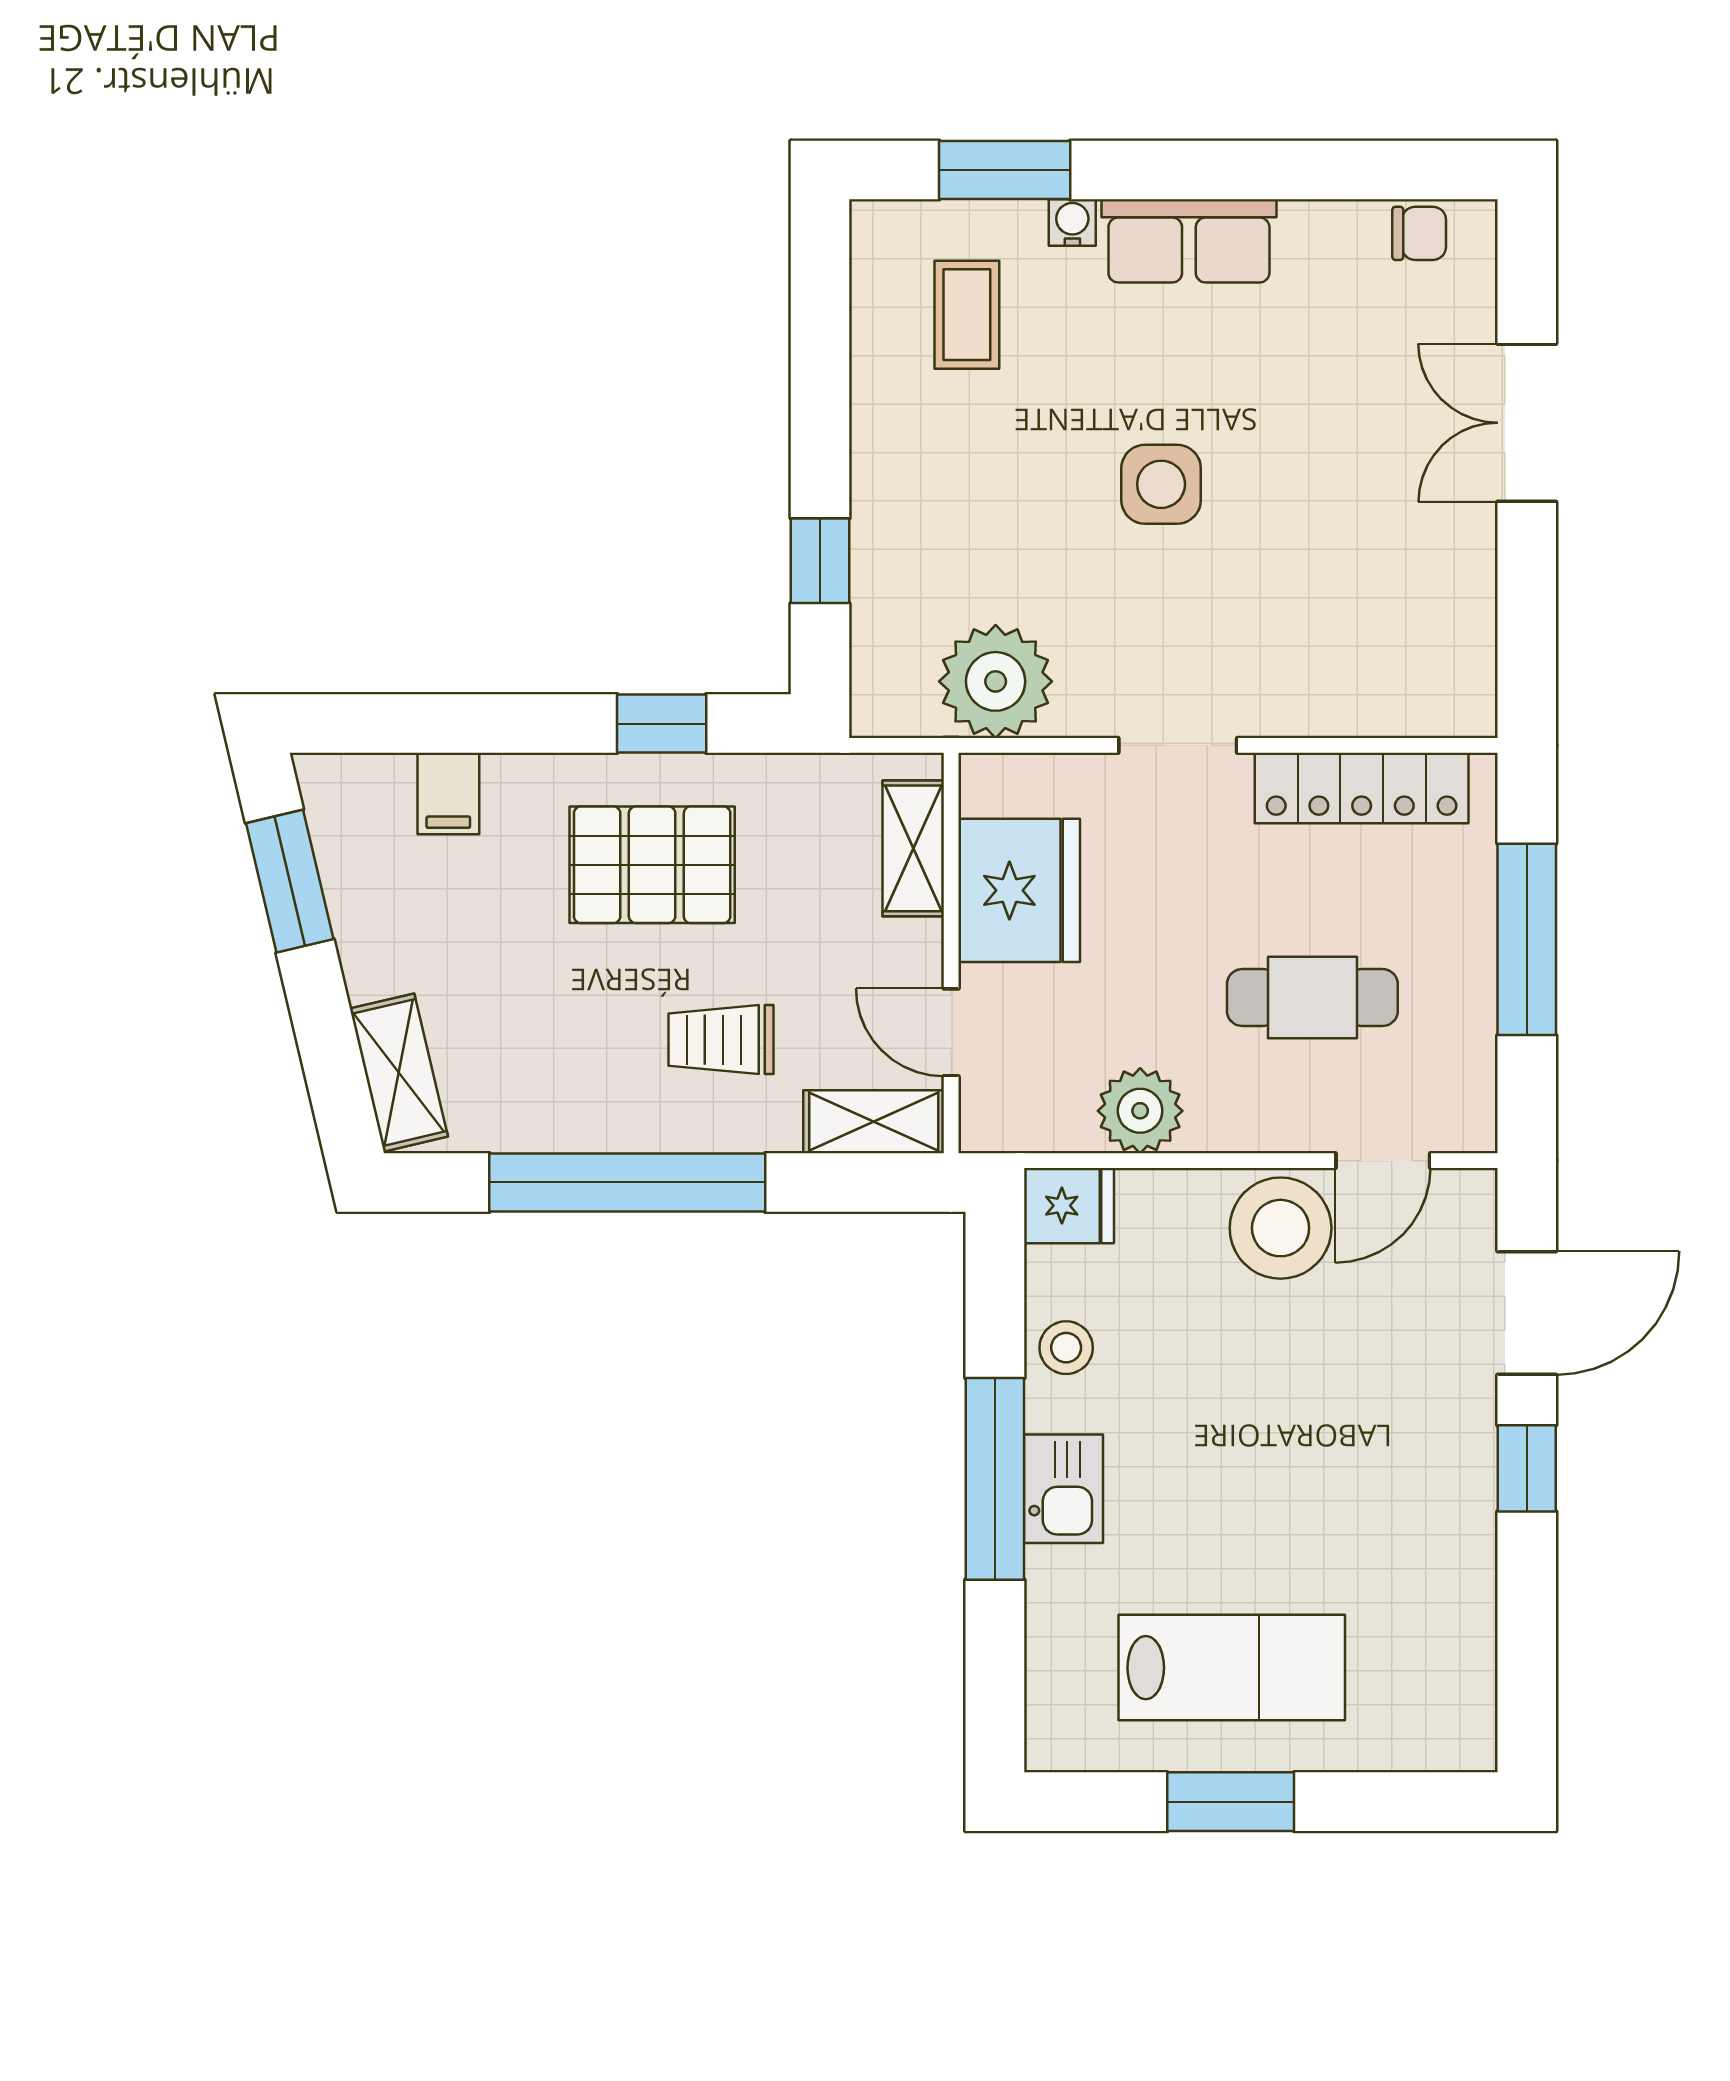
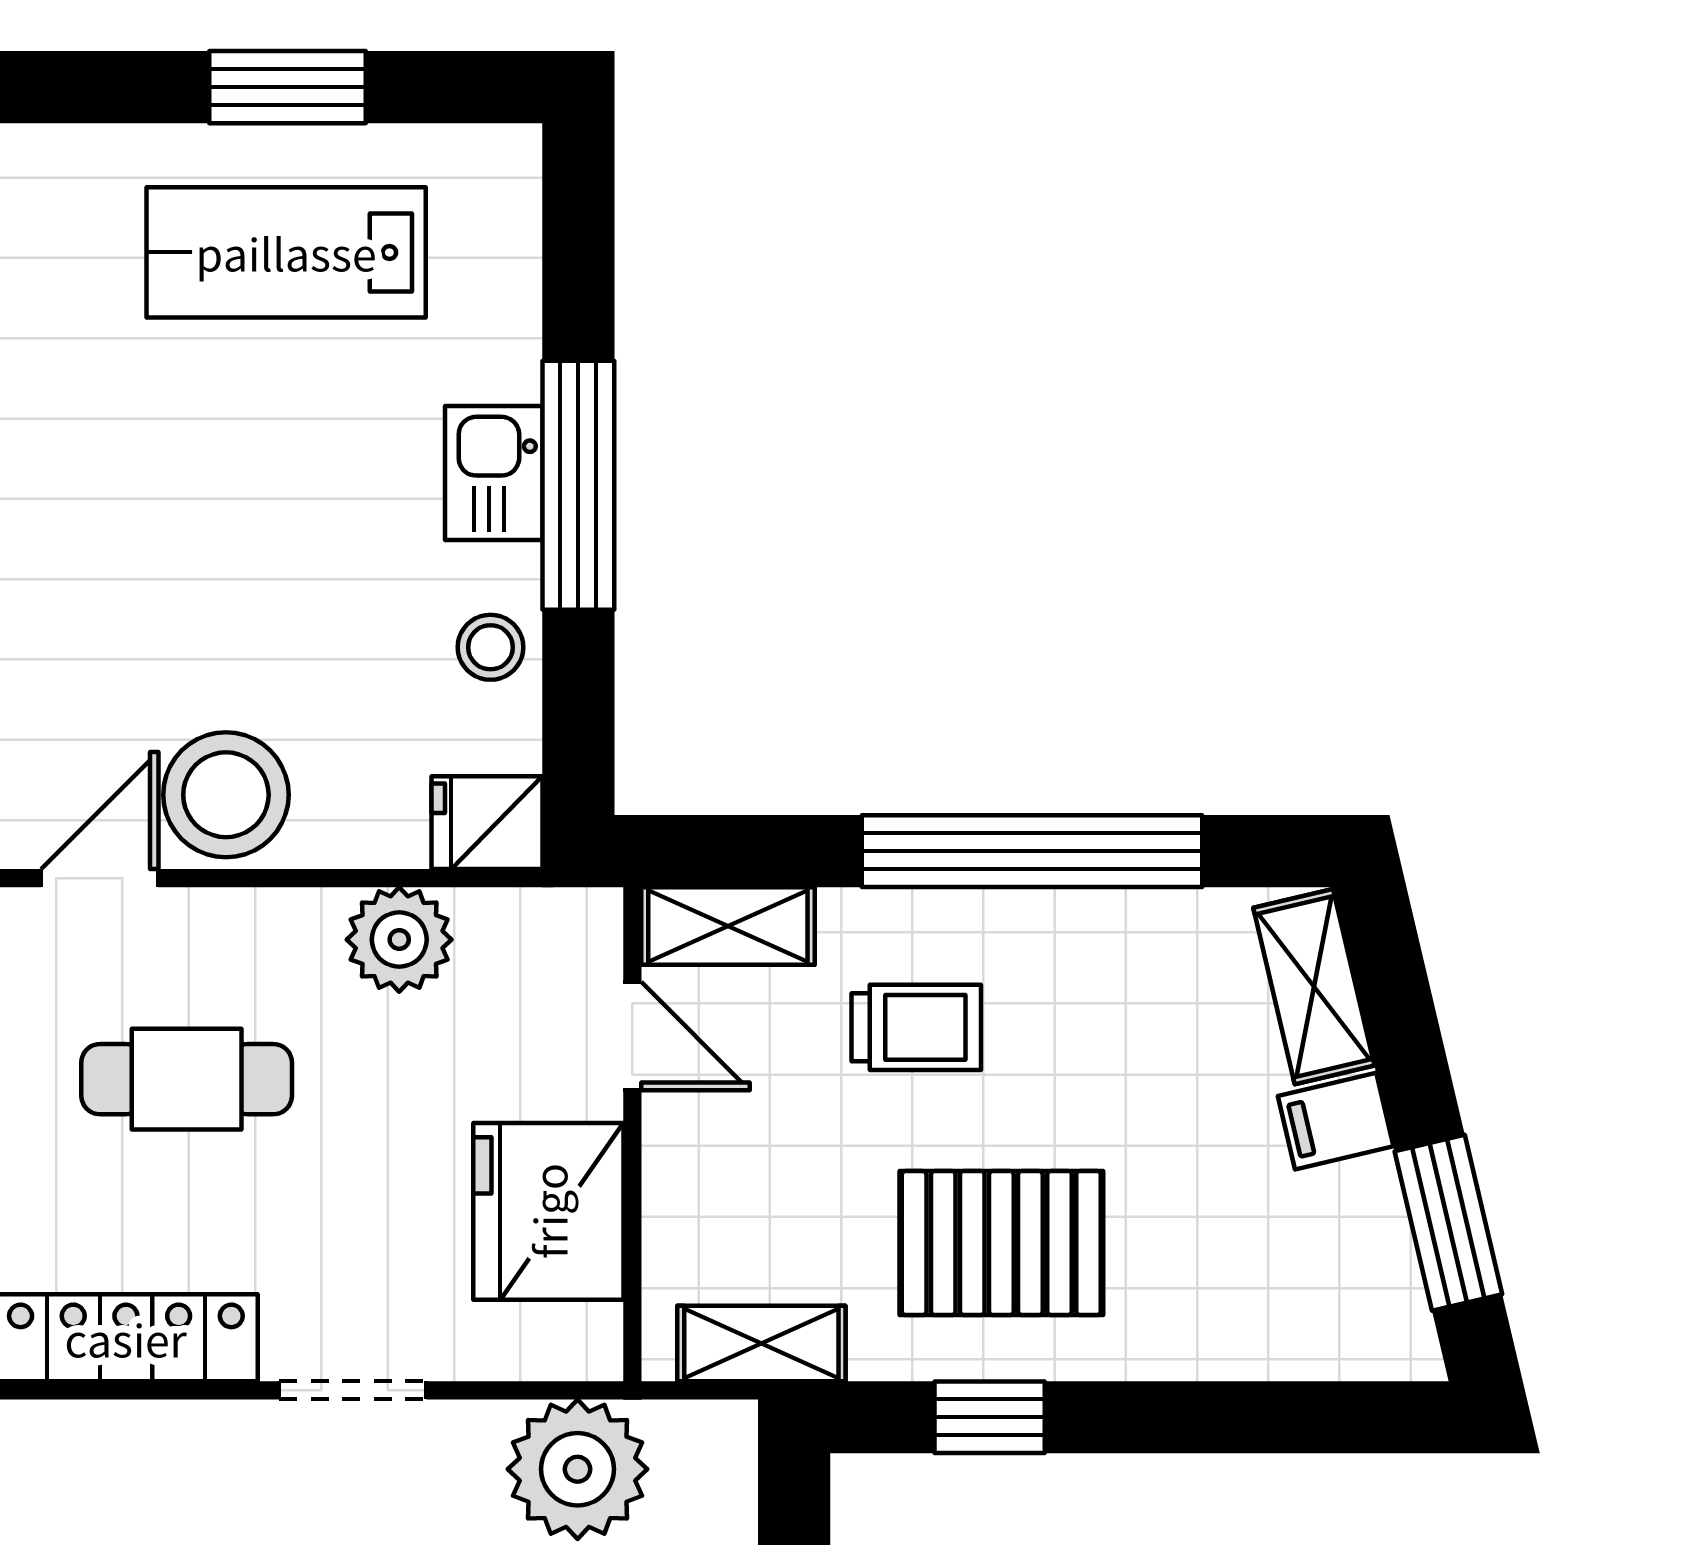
filing cabinet: (448, 794) -> (1336, 1121), moved, turned -103
shelving: (913, 848) -> (761, 1344), moved, turned 90

